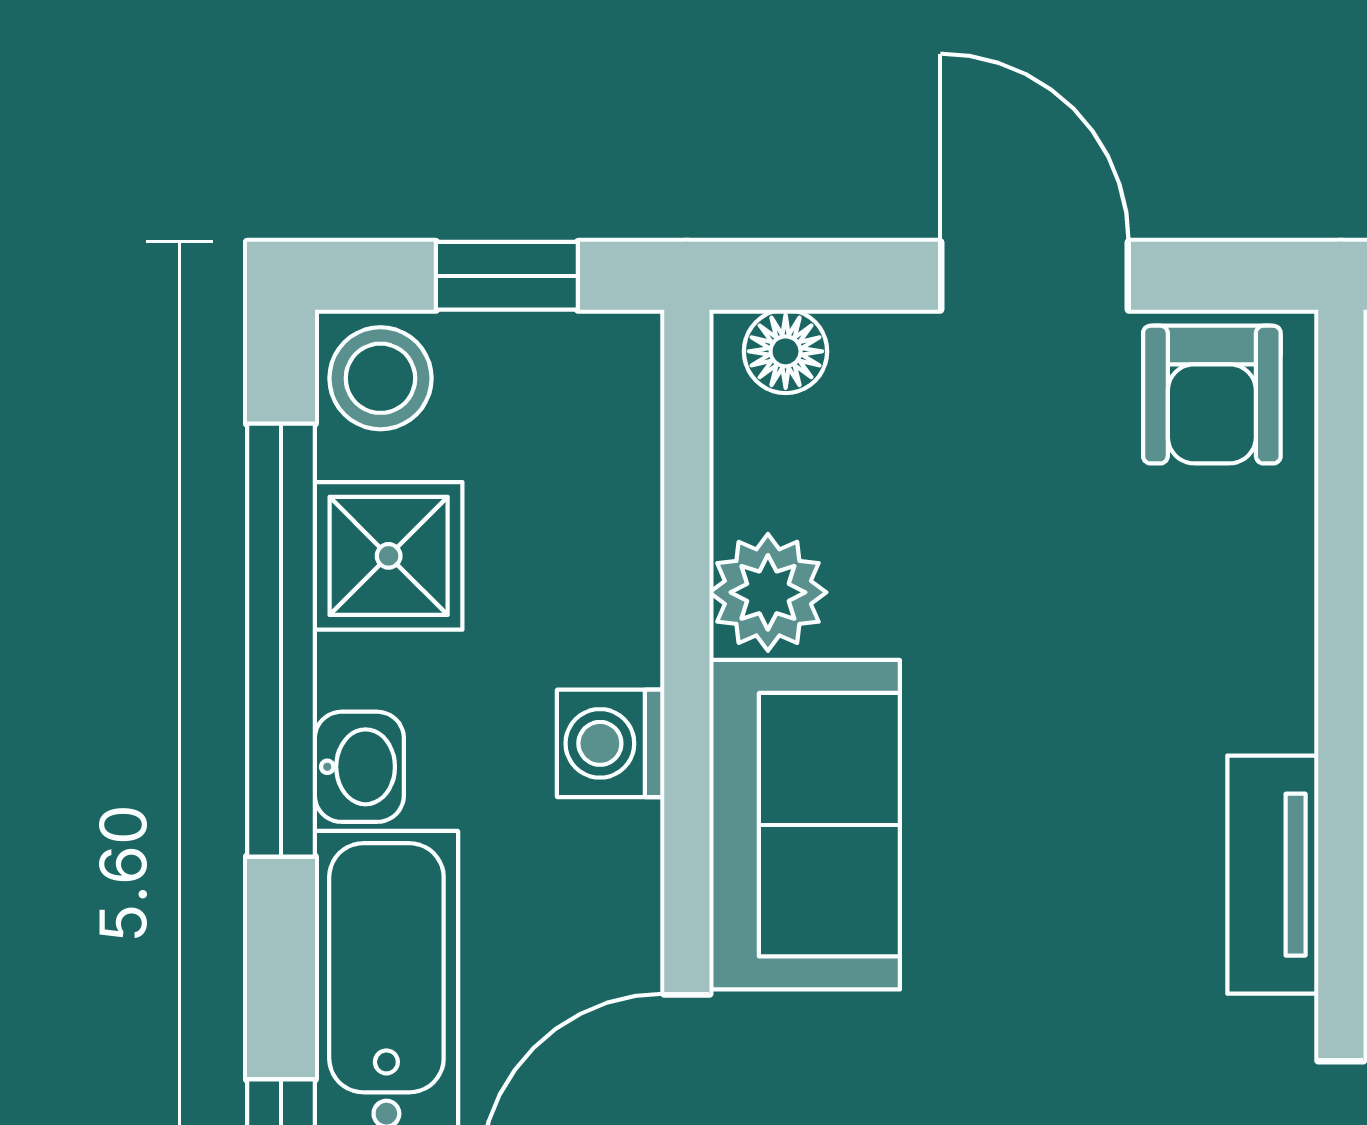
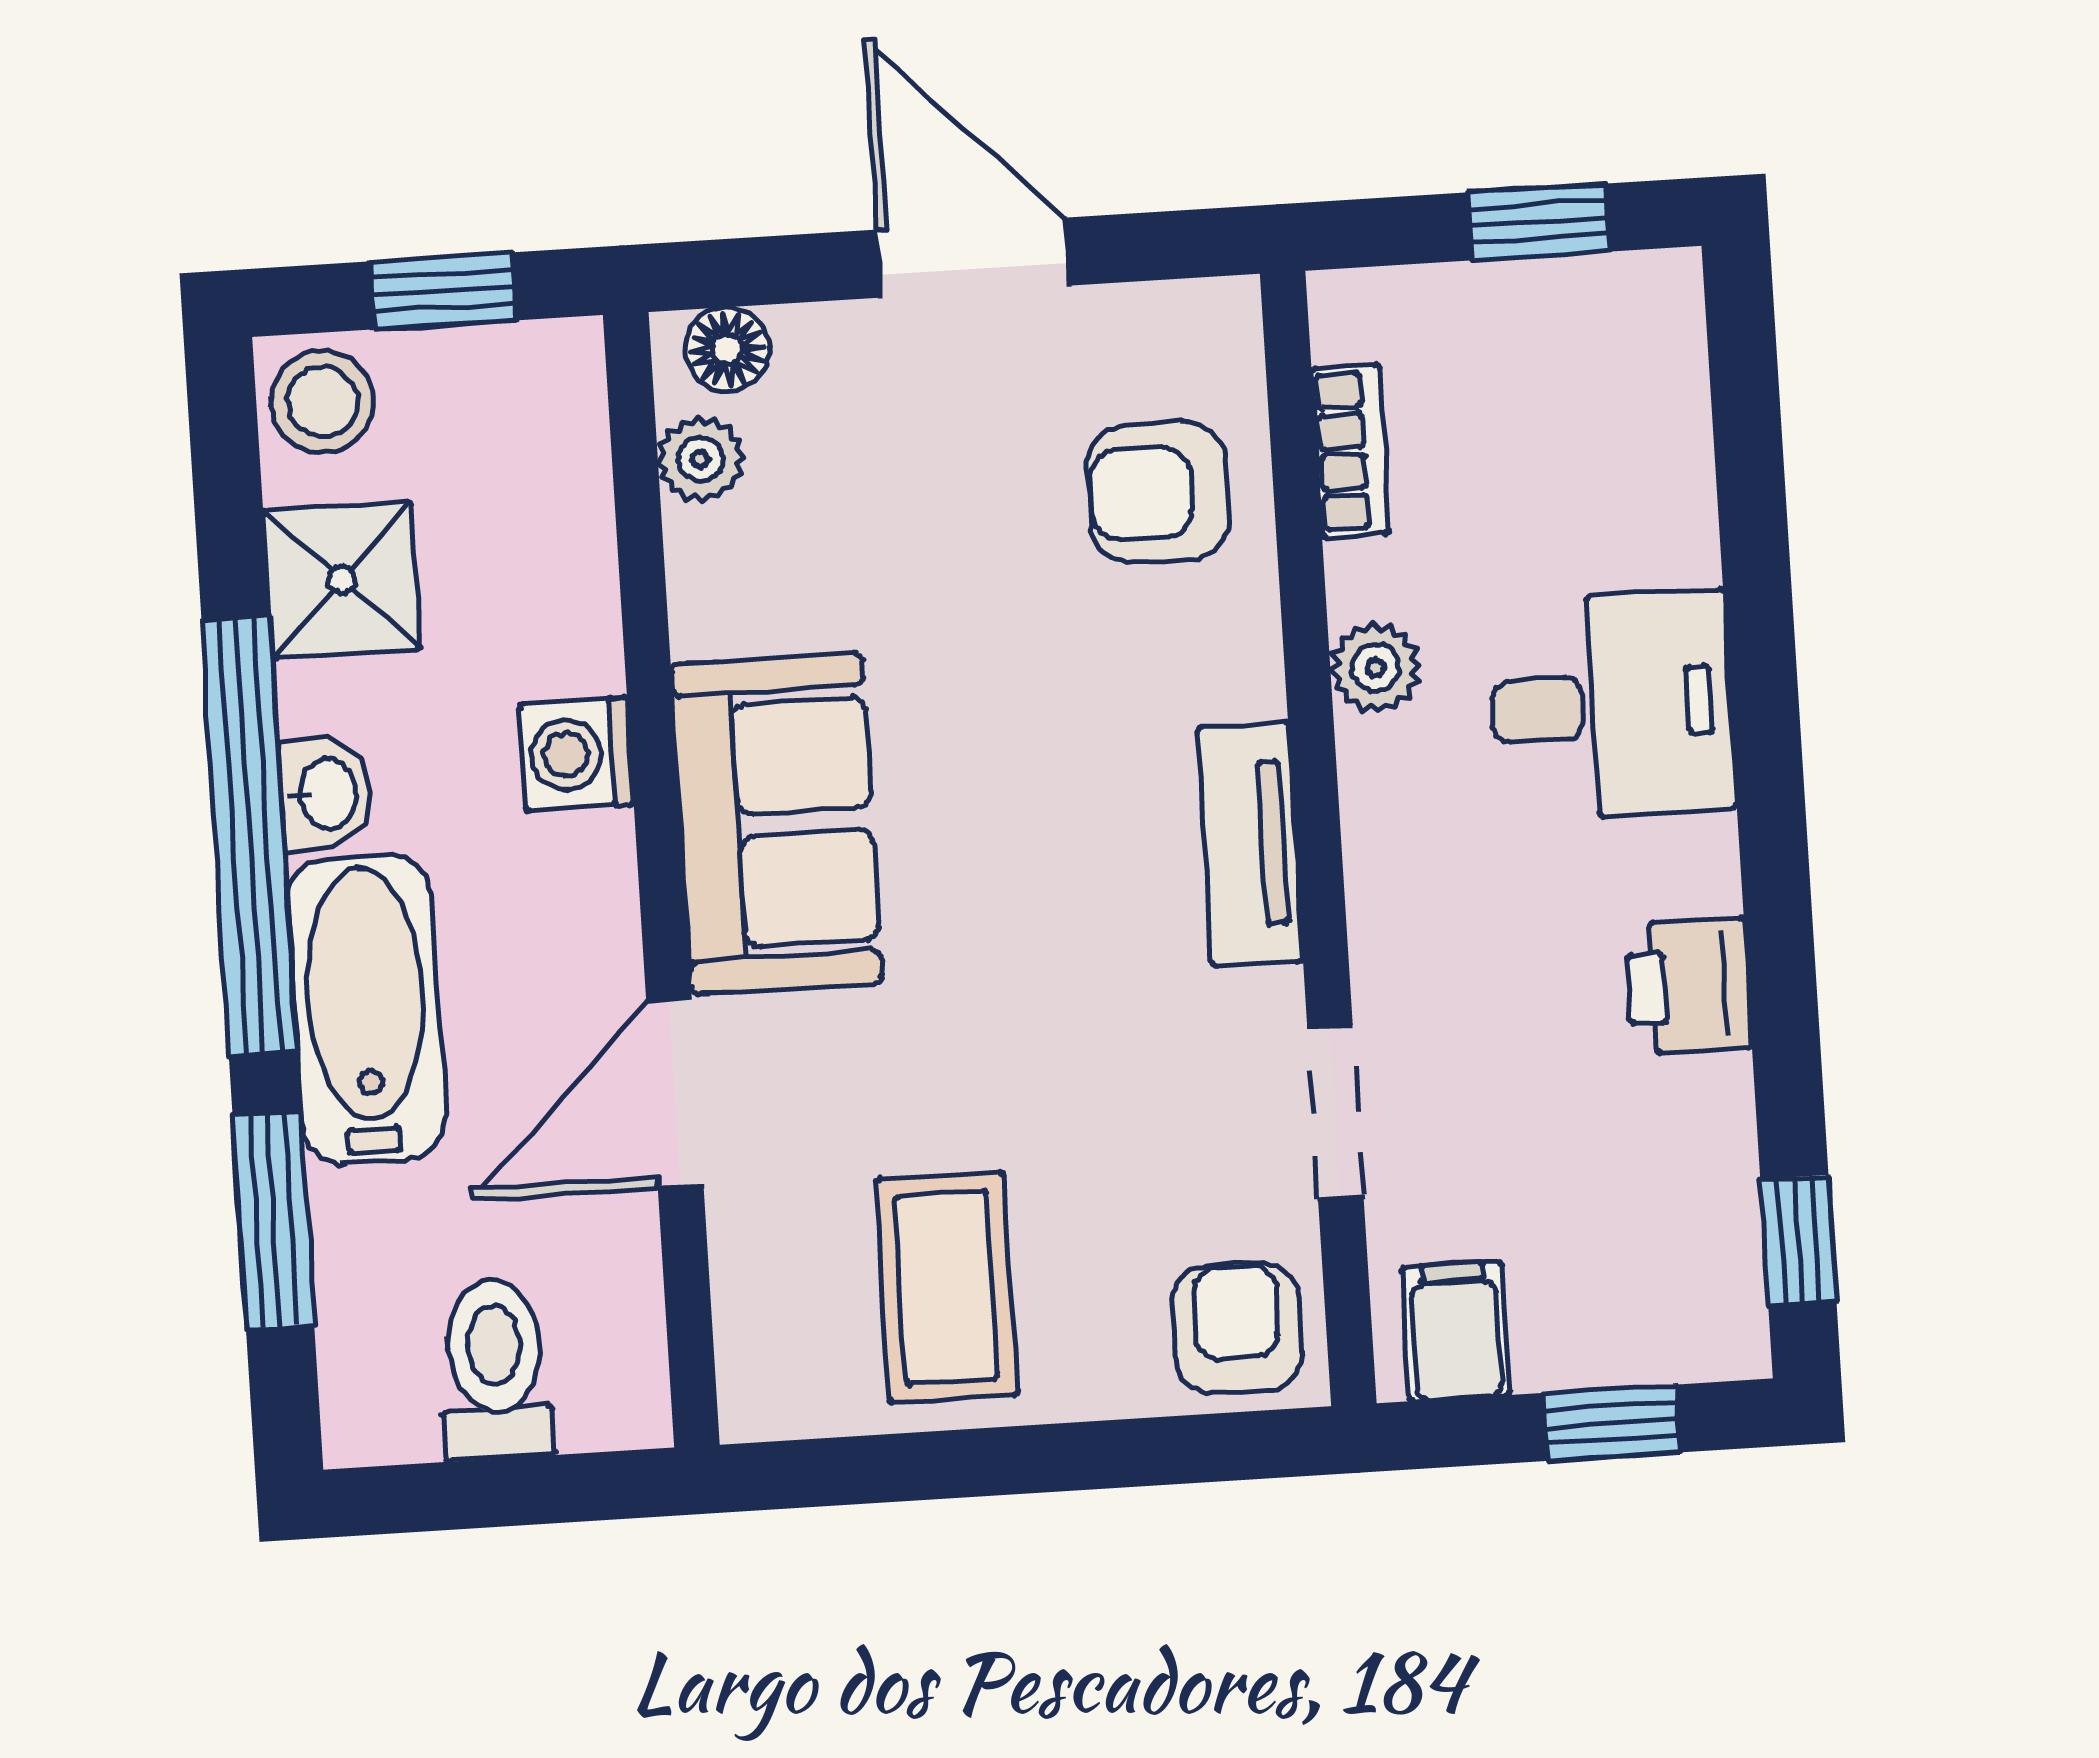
armchair: (1212, 395) -> (1158, 492), moved, turned 90
plant: (768, 592) -> (701, 459), moved, width x0.73, depth x0.73
window: (281, 640) -> (249, 836), moved

